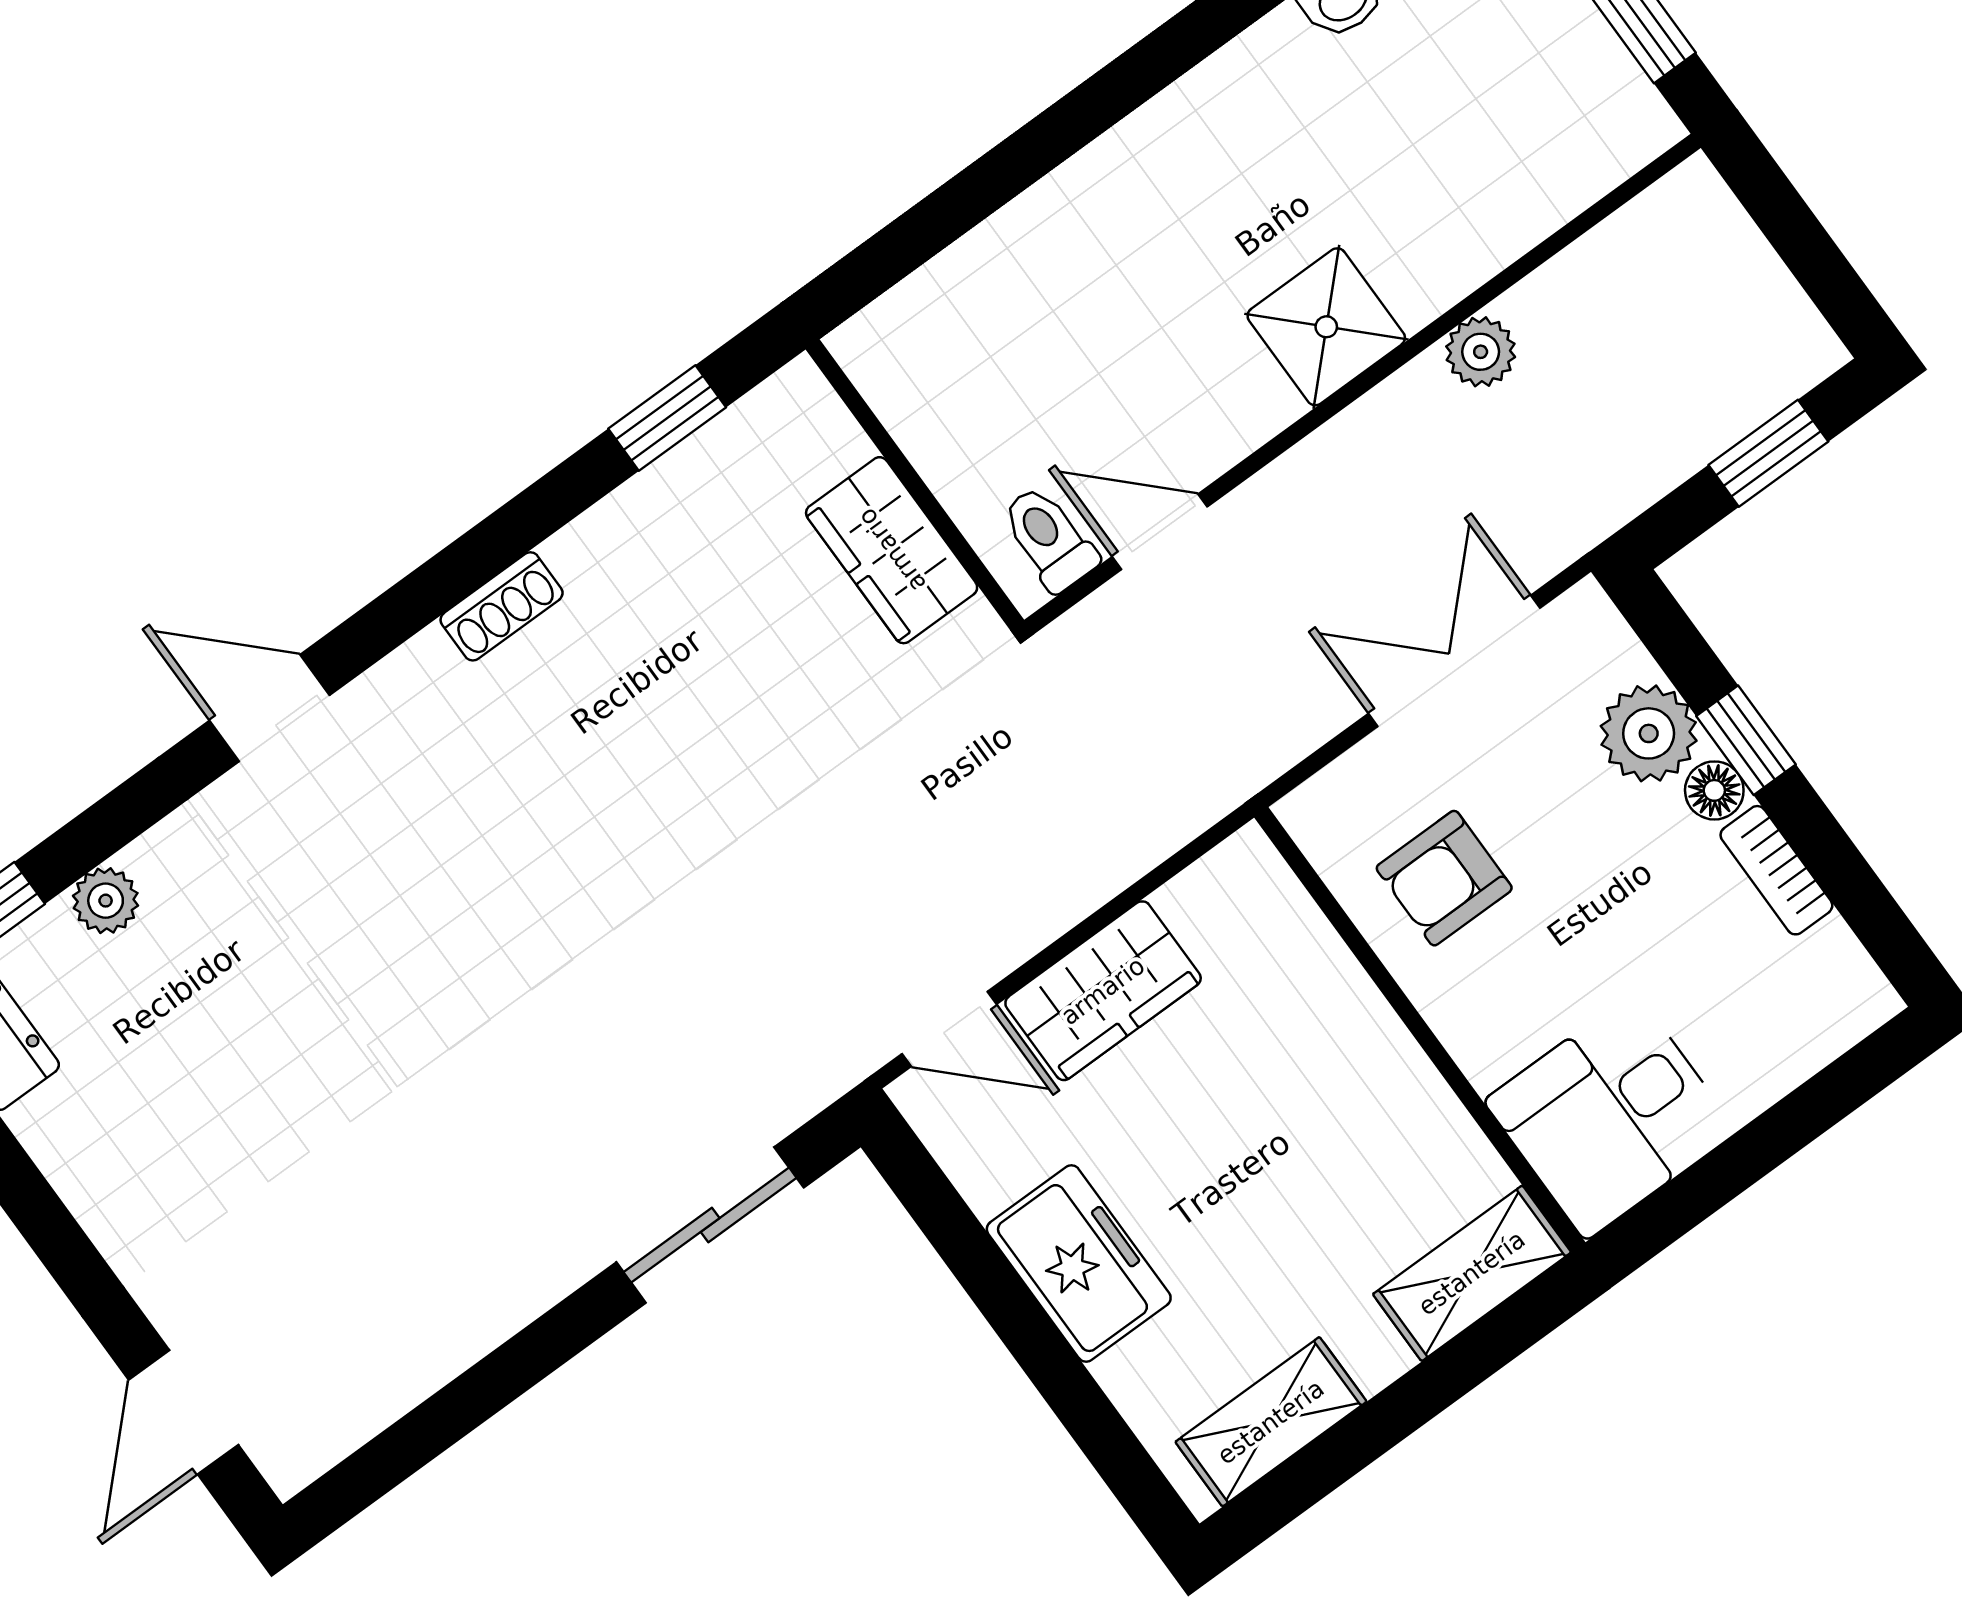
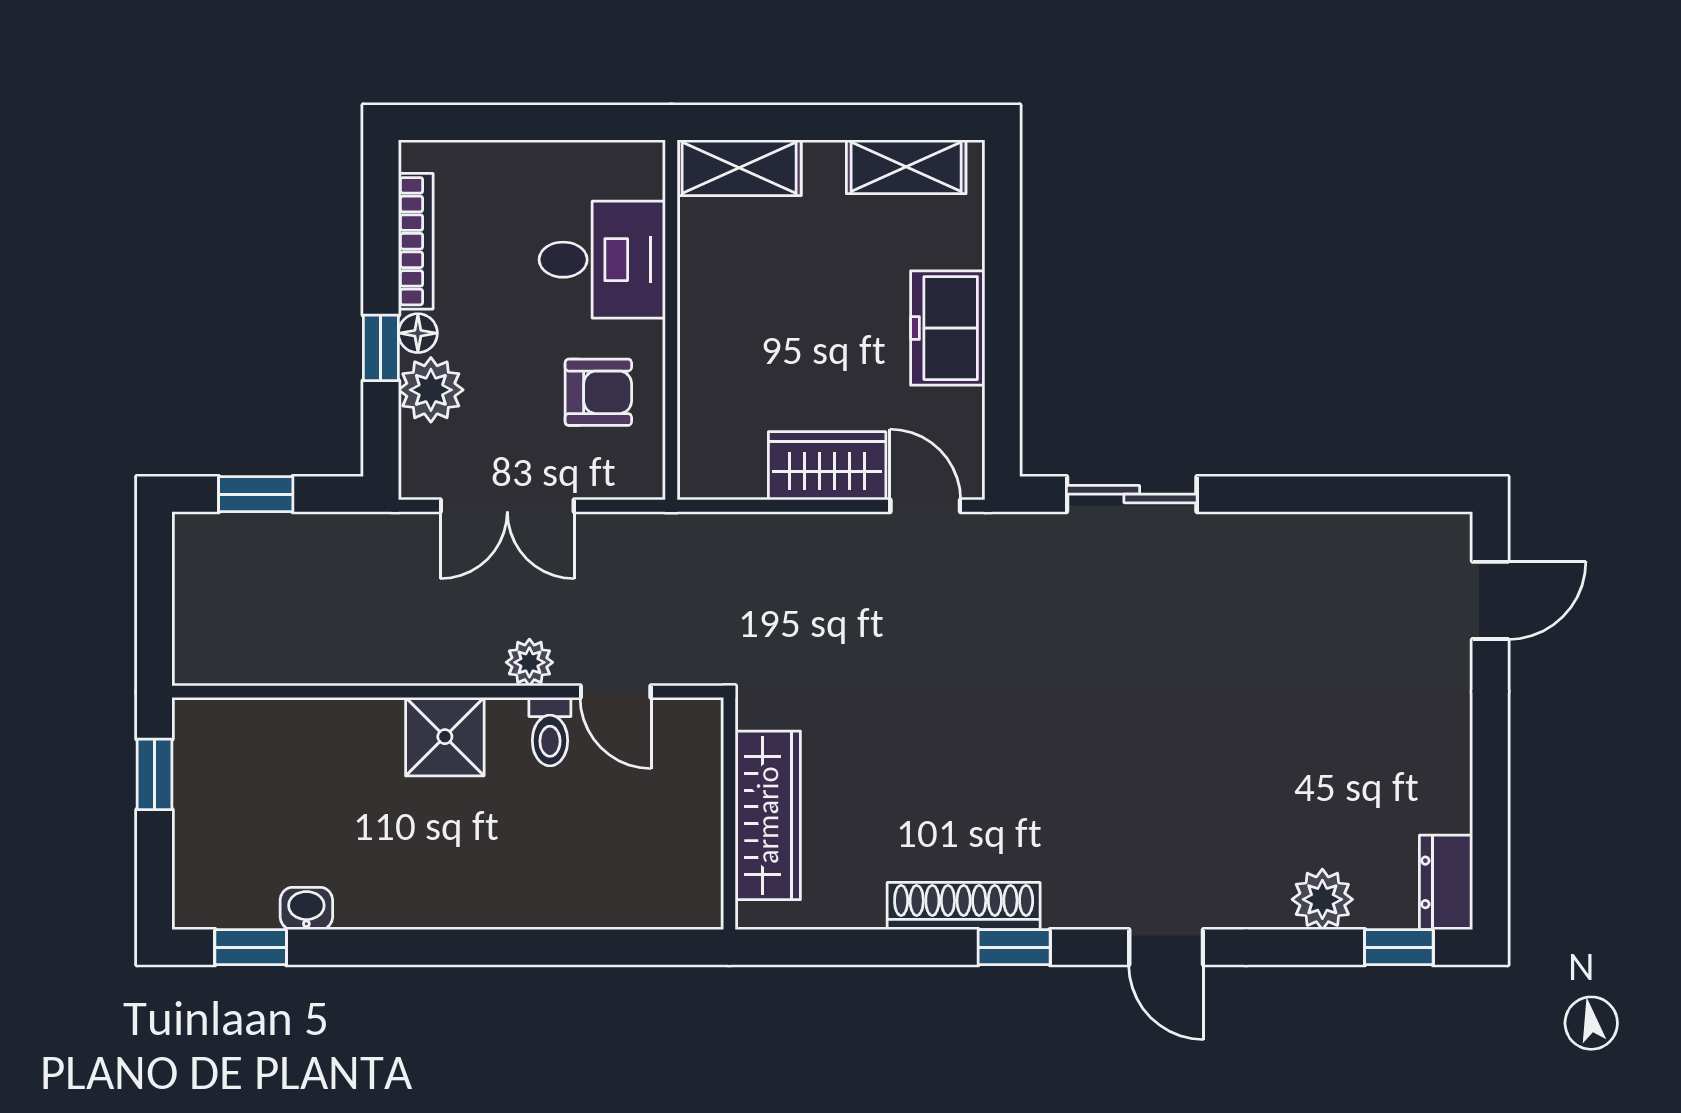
plant: (1481, 352) -> (529, 662), moved
window: (667, 418) -> (1014, 947), moved
toilet: (1049, 538) -> (550, 732), moved
wardrobe: (892, 550) -> (768, 815), width x1.50
shoe rack: (502, 606) -> (964, 906), width x1.94, depth x1.24
bookcase: (1776, 870) -> (416, 241), width x1.56
plant: (106, 901) -> (1322, 899), width x1.38, depth x1.38
desk: (1610, 1116) -> (602, 260), moved

